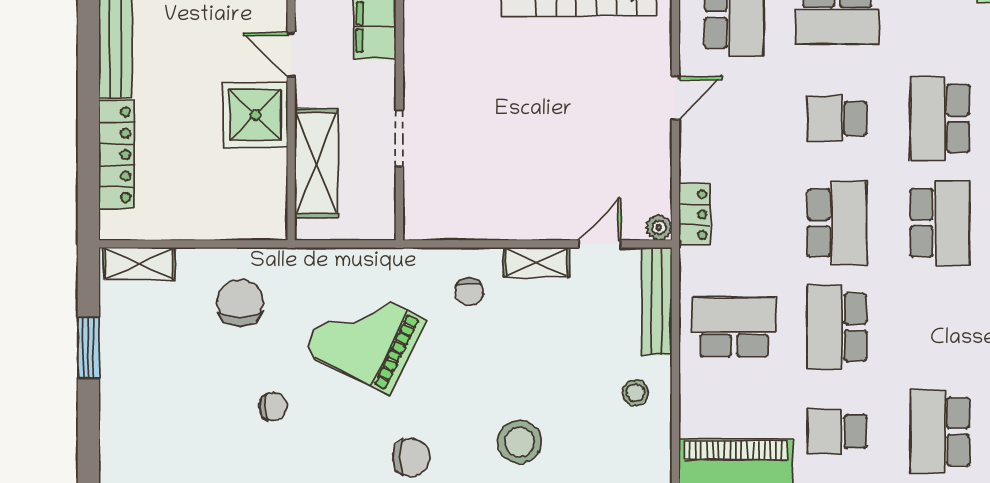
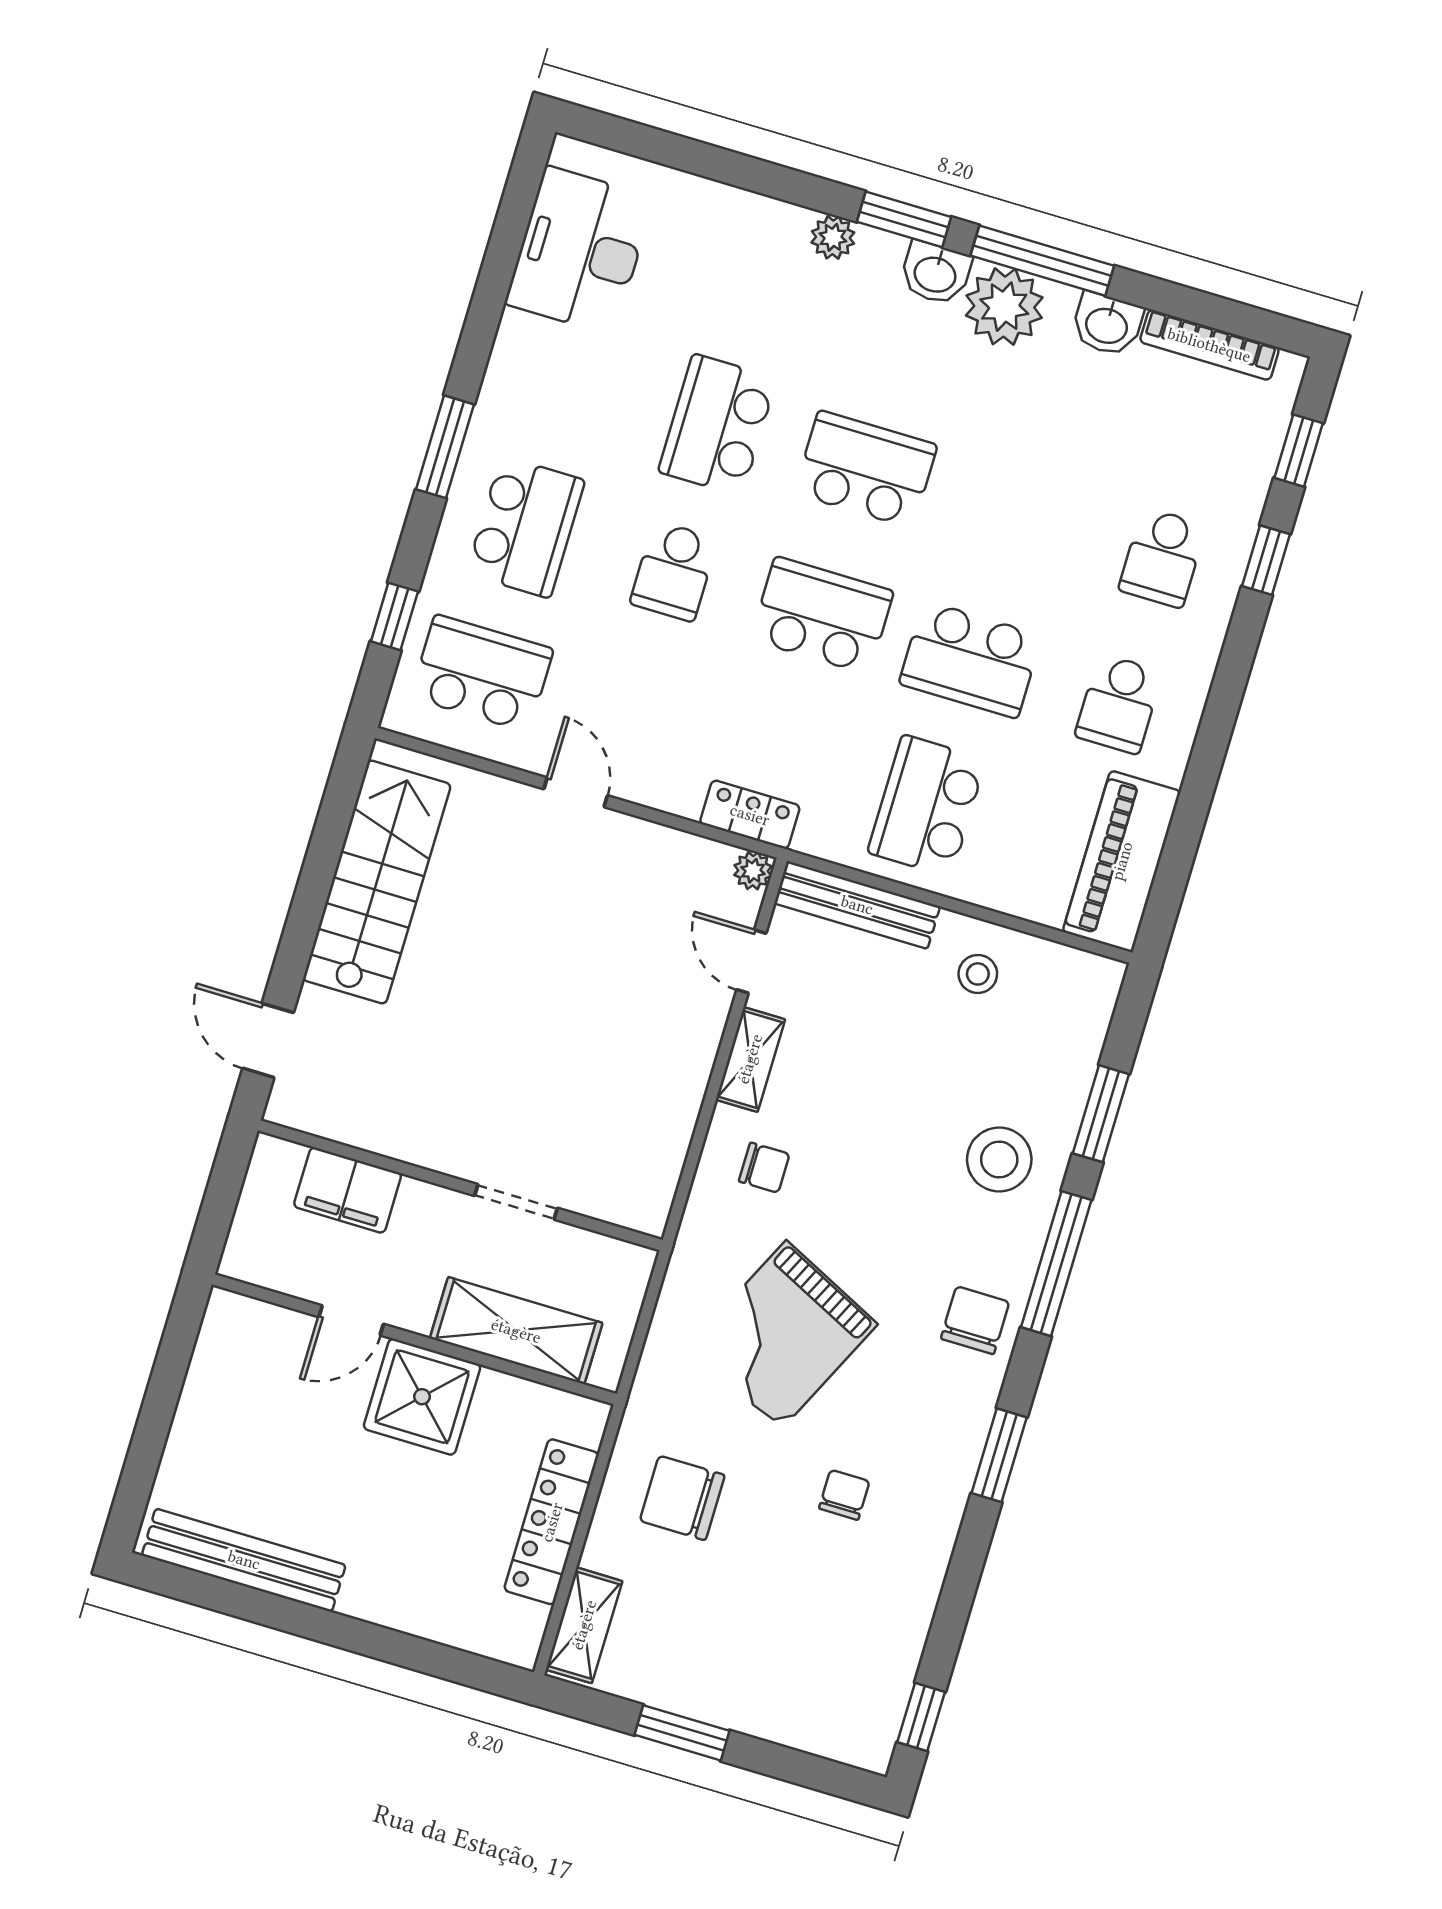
school desk: (940, 119) -> (717, 425), turned 90
locker: (117, 155) -> (552, 1522), moved, turned -90
school desk: (940, 432) -> (1162, 558), width x0.54

